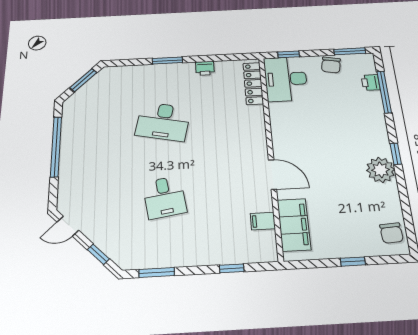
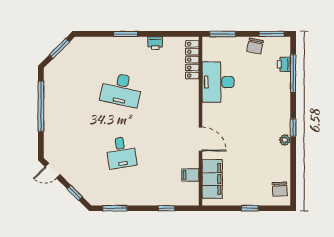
window: (289, 54) -> (223, 34), width x1.50
desk: (286, 79) -> (218, 82), moved
plant: (381, 170) -> (285, 140), width x0.53, depth x0.53

